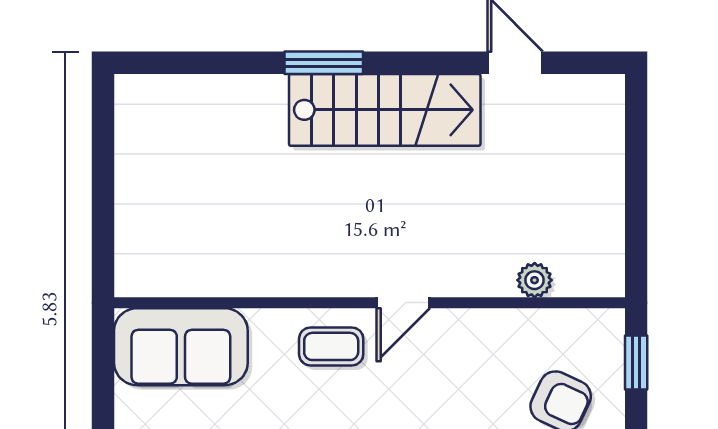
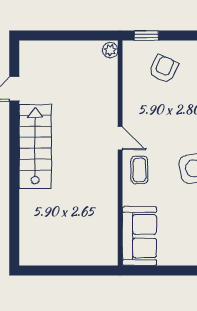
window: (324, 63) -> (14, 173), removed
plant: (535, 280) -> (110, 50), moved

